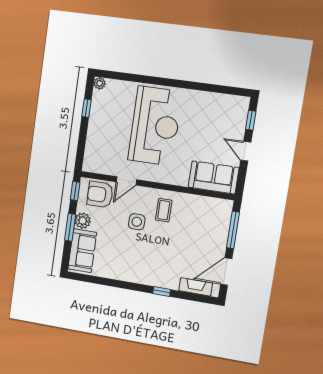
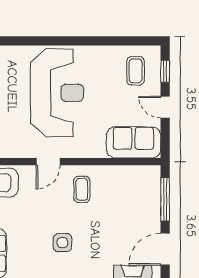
coffee table: (225, 116) -> (136, 71), added
door: (126, 181) -> (48, 162), moved
side table: (137, 222) -> (62, 243), moved

